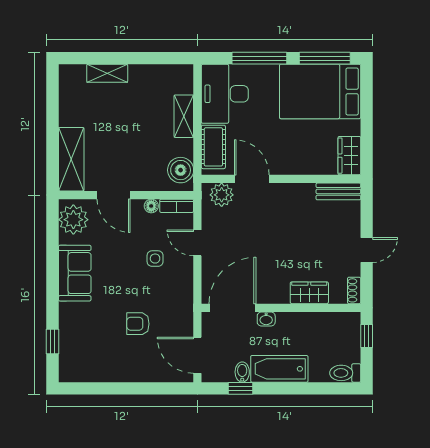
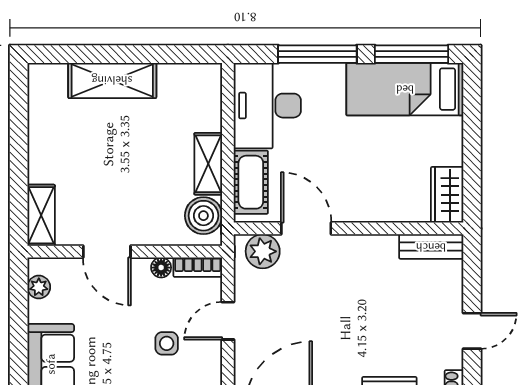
shelving: (107, 73) -> (112, 80), width x1.50, depth x1.33
bed: (320, 91) -> (405, 89), width x0.67
shelving: (184, 116) -> (208, 164), moved
shelving: (71, 159) -> (41, 215), width x0.67, depth x0.75
plant: (73, 220) -> (39, 287), width x0.53, depth x0.53
door: (197, 243) -> (228, 321), hinge flipped

